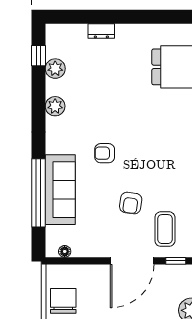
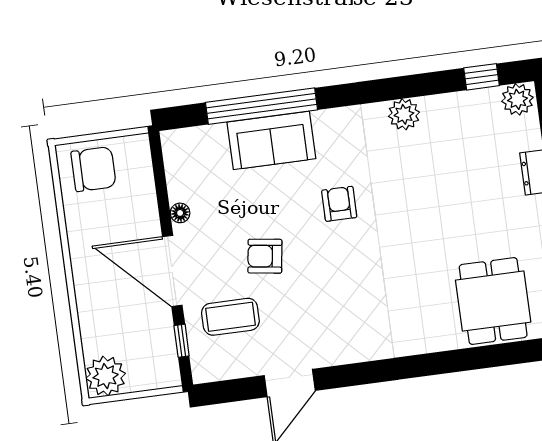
plant: (55, 69) -> (517, 99), moved
sofa: (60, 190) -> (271, 140), width x0.73
floor lamp: (65, 251) -> (180, 213), moved

